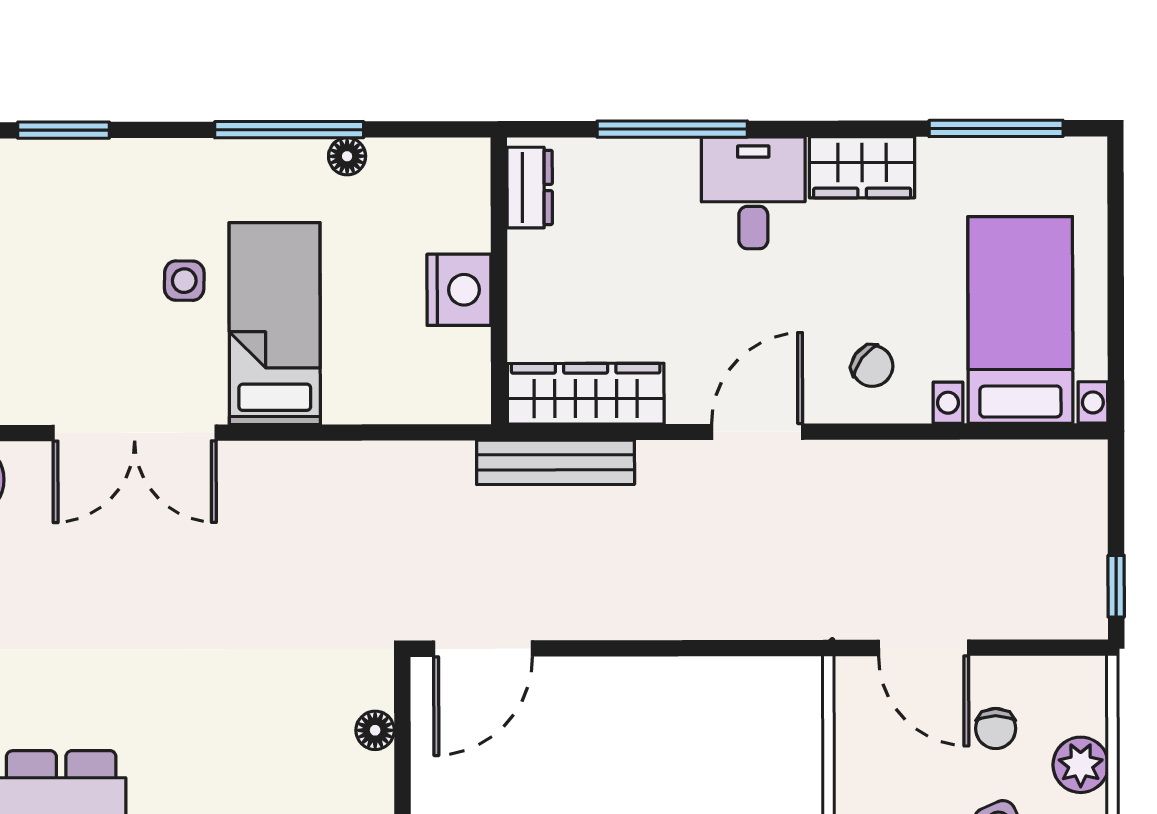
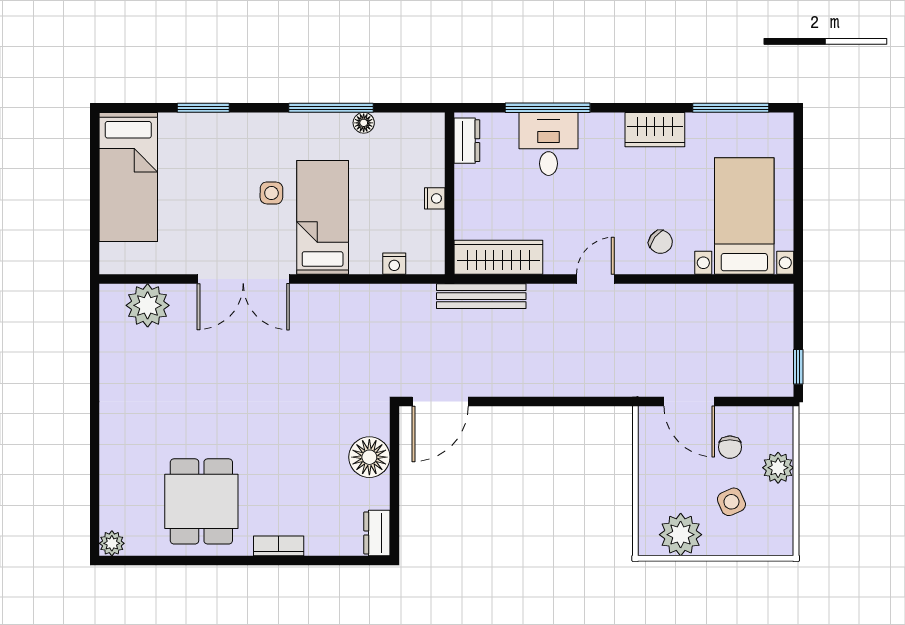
desk: (753, 193) -> (549, 144), moved
nightstand: (459, 290) -> (435, 198), width x0.53, depth x0.56
nightstand: (402, 405) -> (394, 264), added
door: (757, 432) -> (595, 279), width x0.73
floor lamp: (375, 730) -> (369, 457), width x1.89, depth x1.89

